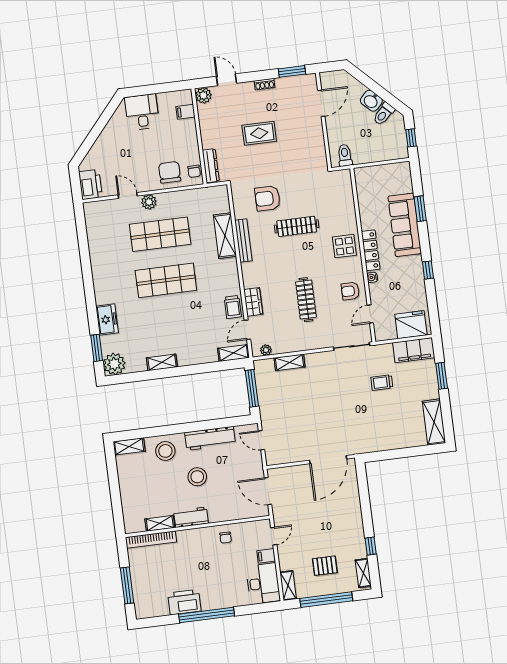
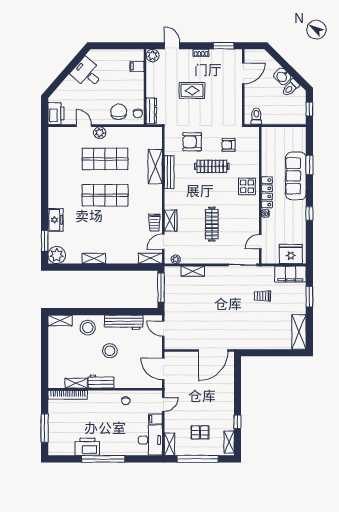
desk: (142, 112) -> (87, 73), moved, turned -49
armchair: (350, 291) -> (229, 145), moved

